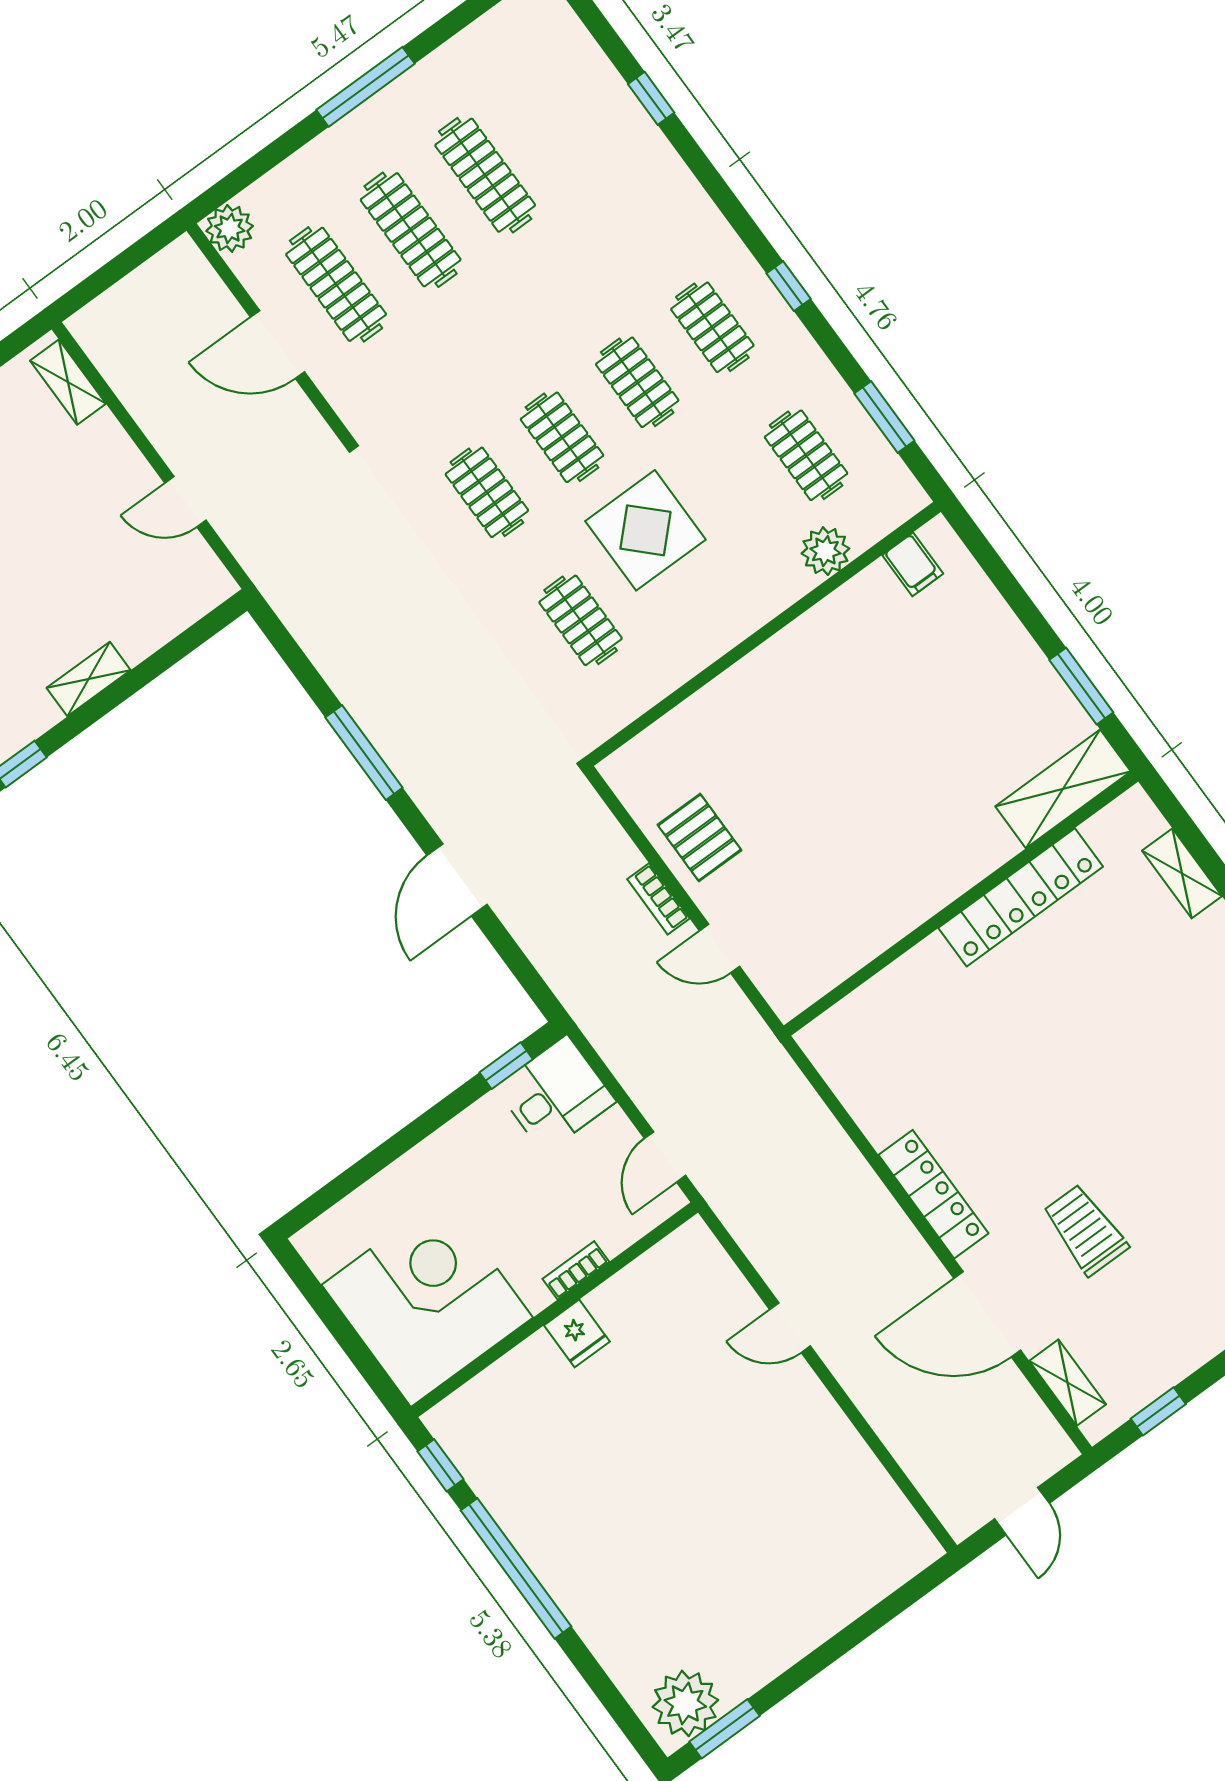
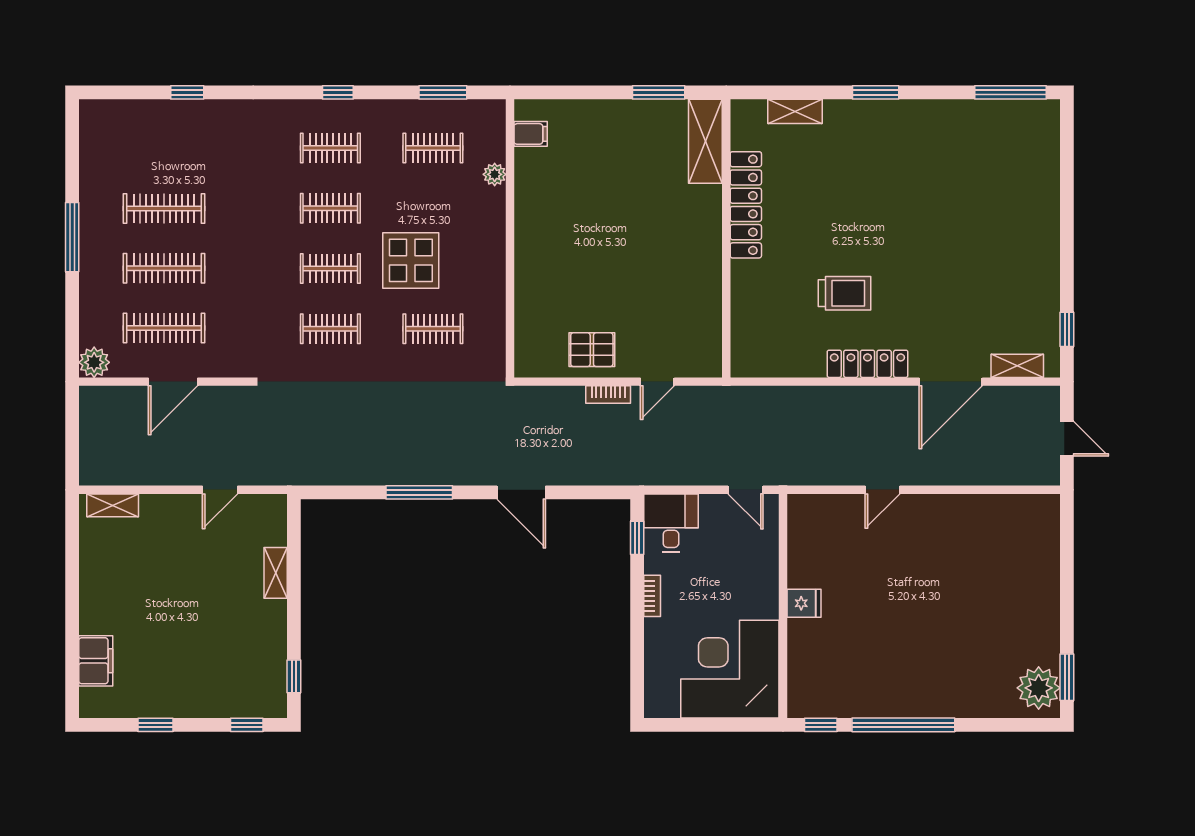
plant: (825, 551) -> (495, 174), width x0.73, depth x0.73
shelving: (89, 679) -> (276, 573), moved
trolley: (1085, 1230) -> (845, 293), moved, turned 180
bookcase: (576, 1270) -> (652, 596), moved, turned 180

